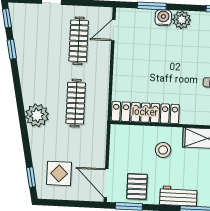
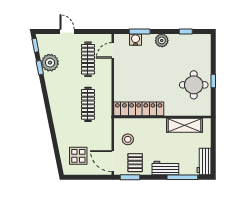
water cooler: (163, 18) -> (136, 40), moved
plant: (37, 115) -> (50, 63), moved
stool: (163, 150) -> (128, 139), moved
window: (31, 177) -> (58, 159), removed

